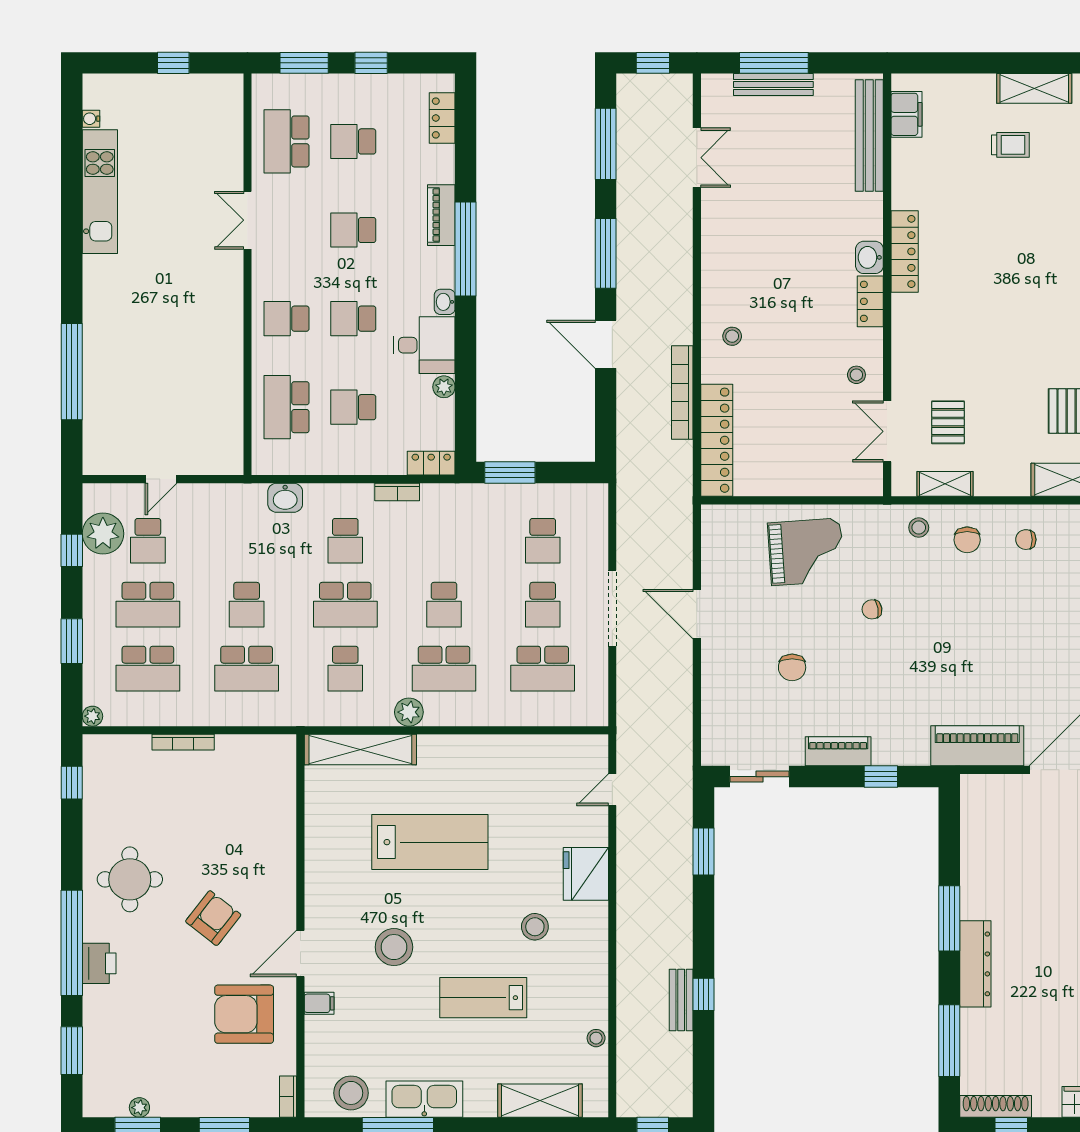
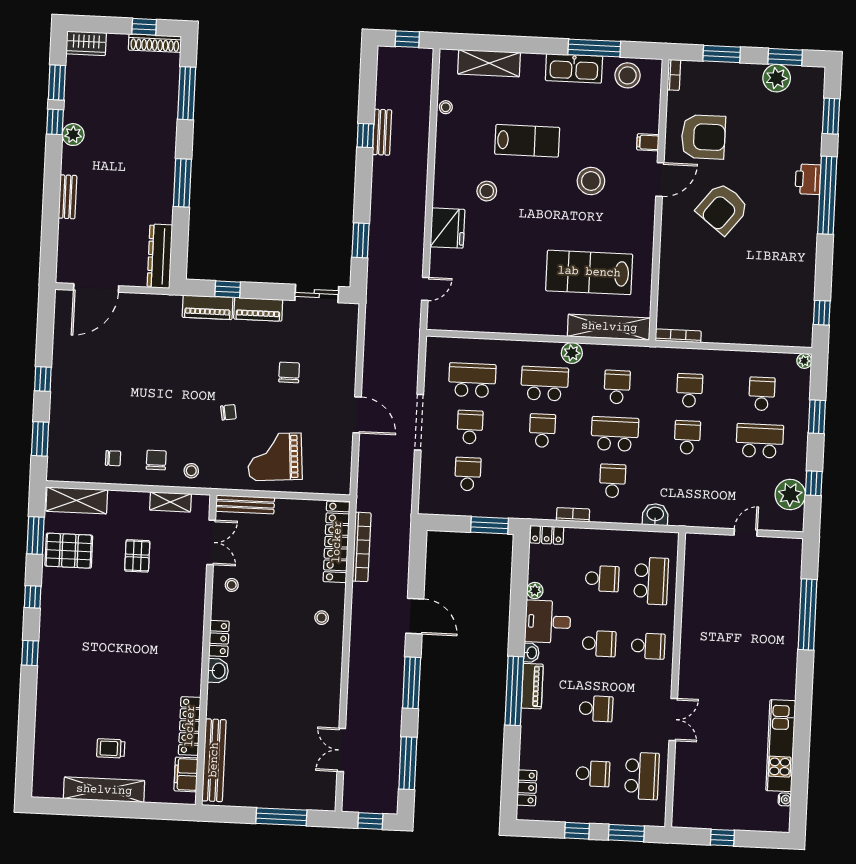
bench: (773, 85) -> (245, 504), moved
shelving: (1034, 88) -> (104, 790), width x1.47
piano: (441, 215) -> (532, 686), moved
locker: (905, 251) -> (190, 726), moved
bookcase: (682, 392) -> (362, 547), moved
pallet: (948, 422) -> (137, 556), moved
school desk: (148, 541) -> (757, 488), removed
school desk: (148, 669) -> (762, 394), width x0.54
school desk: (247, 669) -> (689, 390), width x0.54
bookcase: (183, 742) -> (678, 336), moved
piano: (977, 746) -> (208, 307), moved, width x0.73, depth x0.75
lab bench: (430, 842) -> (589, 272), moved
round table: (130, 879) -> (782, 240), removed
armchair: (213, 918) -> (723, 209), width x1.36, depth x1.36
dresser: (975, 964) -> (160, 256), moved
plant: (139, 1108) -> (777, 78), width x1.88, depth x1.88

